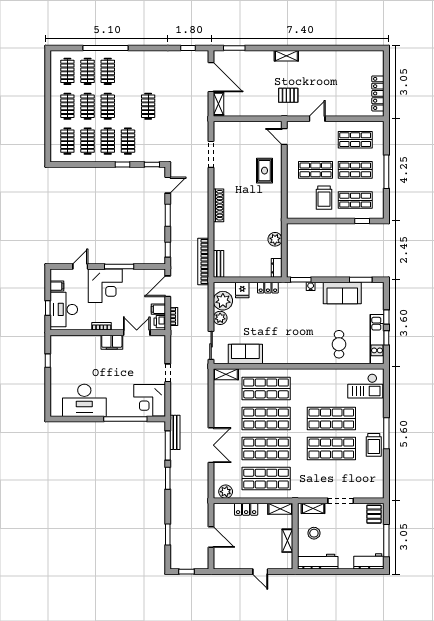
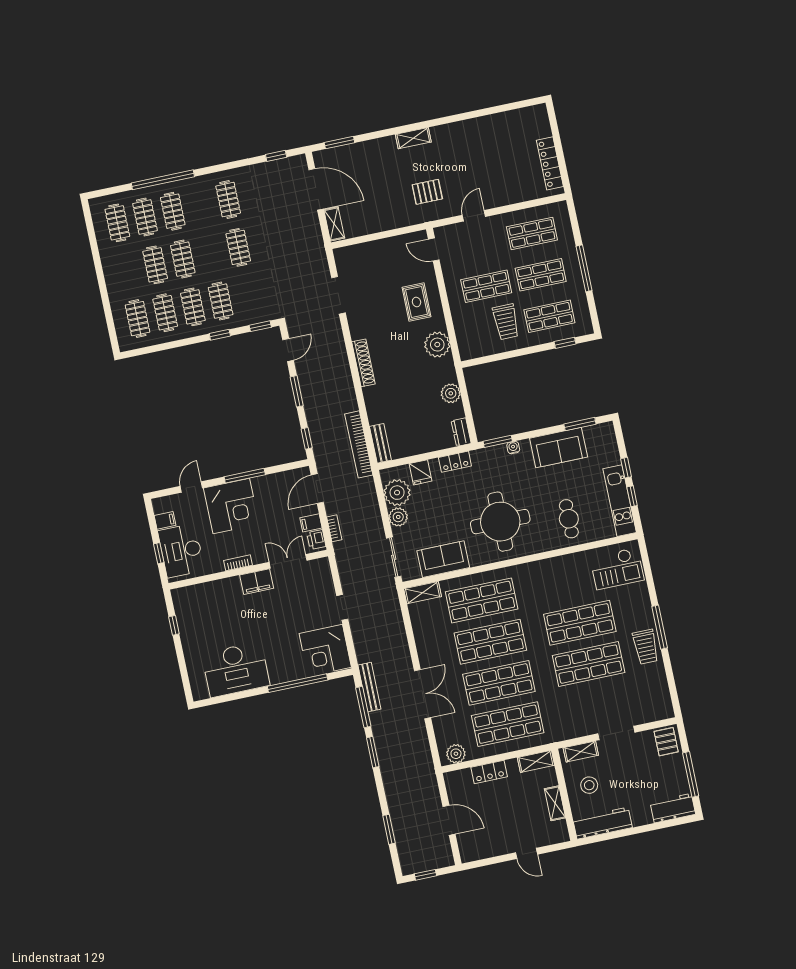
clothes rail: (67, 106) -> (228, 200), moved
plant: (273, 203) -> (437, 345), added
round table: (291, 336) -> (500, 522), added

